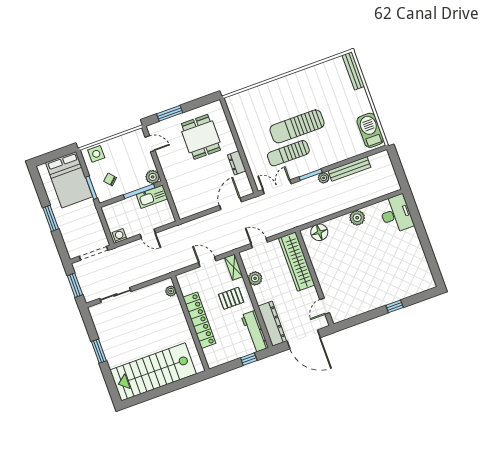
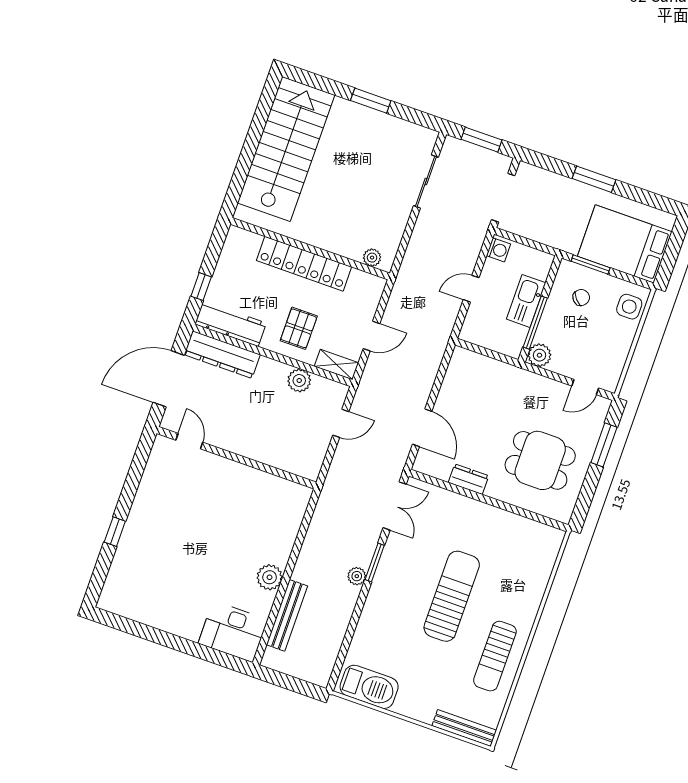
sun lounger: (288, 153) -> (495, 656), moved, turned 180
bench: (349, 169) -> (287, 615), moved
kitchen sink: (152, 197) -> (526, 301), moved
floor lamp: (319, 232) -> (291, 513), removed
wardrobe: (297, 262) -> (277, 452), removed

